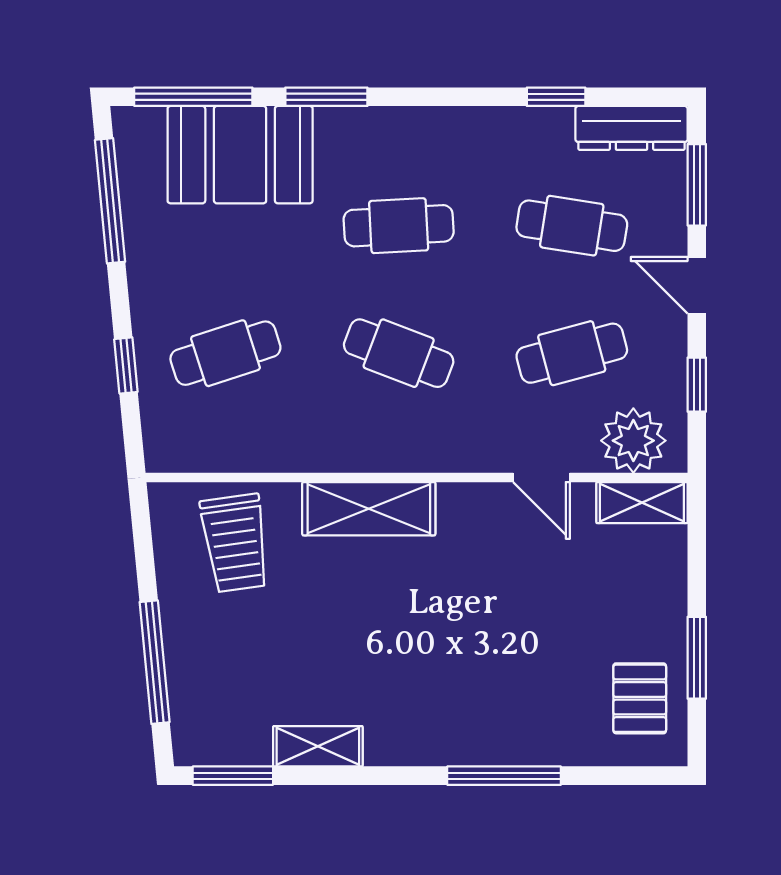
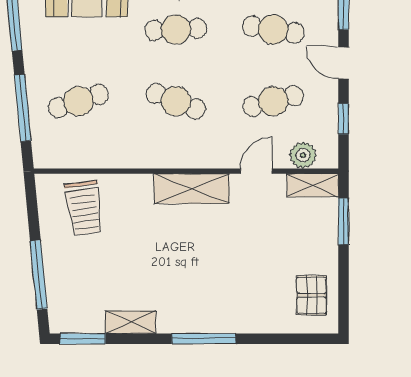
window: (126, 365) -> (23, 108), width x2.17
plant: (633, 441) -> (303, 155), width x0.73, depth x0.73
door: (542, 477) -> (256, 171), swing flipped
shelving: (369, 509) -> (192, 189), moved
window: (697, 658) -> (343, 221), moved
window: (504, 776) -> (204, 339), moved

